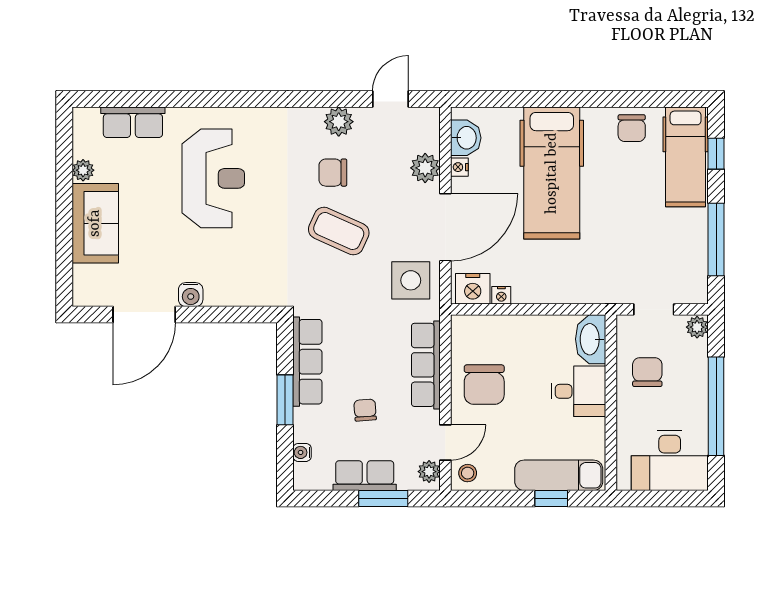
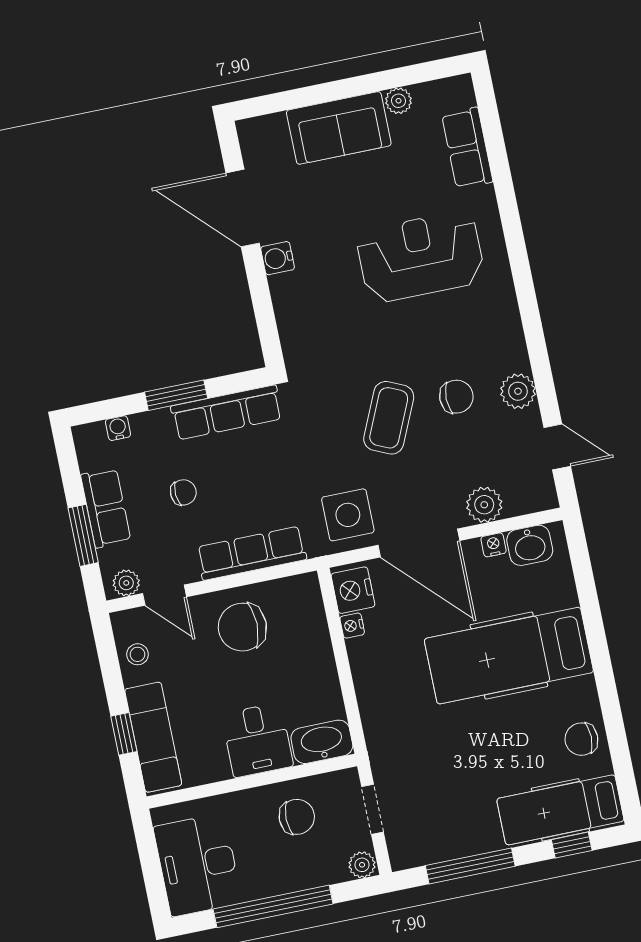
chair: (333, 173) -> (456, 397), turned 90
reception desk: (213, 178) -> (420, 257), turned 180
stool: (468, 473) -> (138, 654), moved

